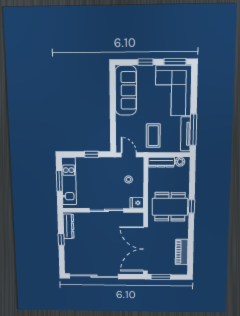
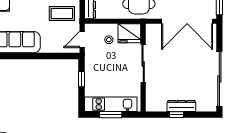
fridge: (137, 203) -> (129, 33), width x1.88, depth x1.34
dresser: (69, 226) -> (181, 106), moved

